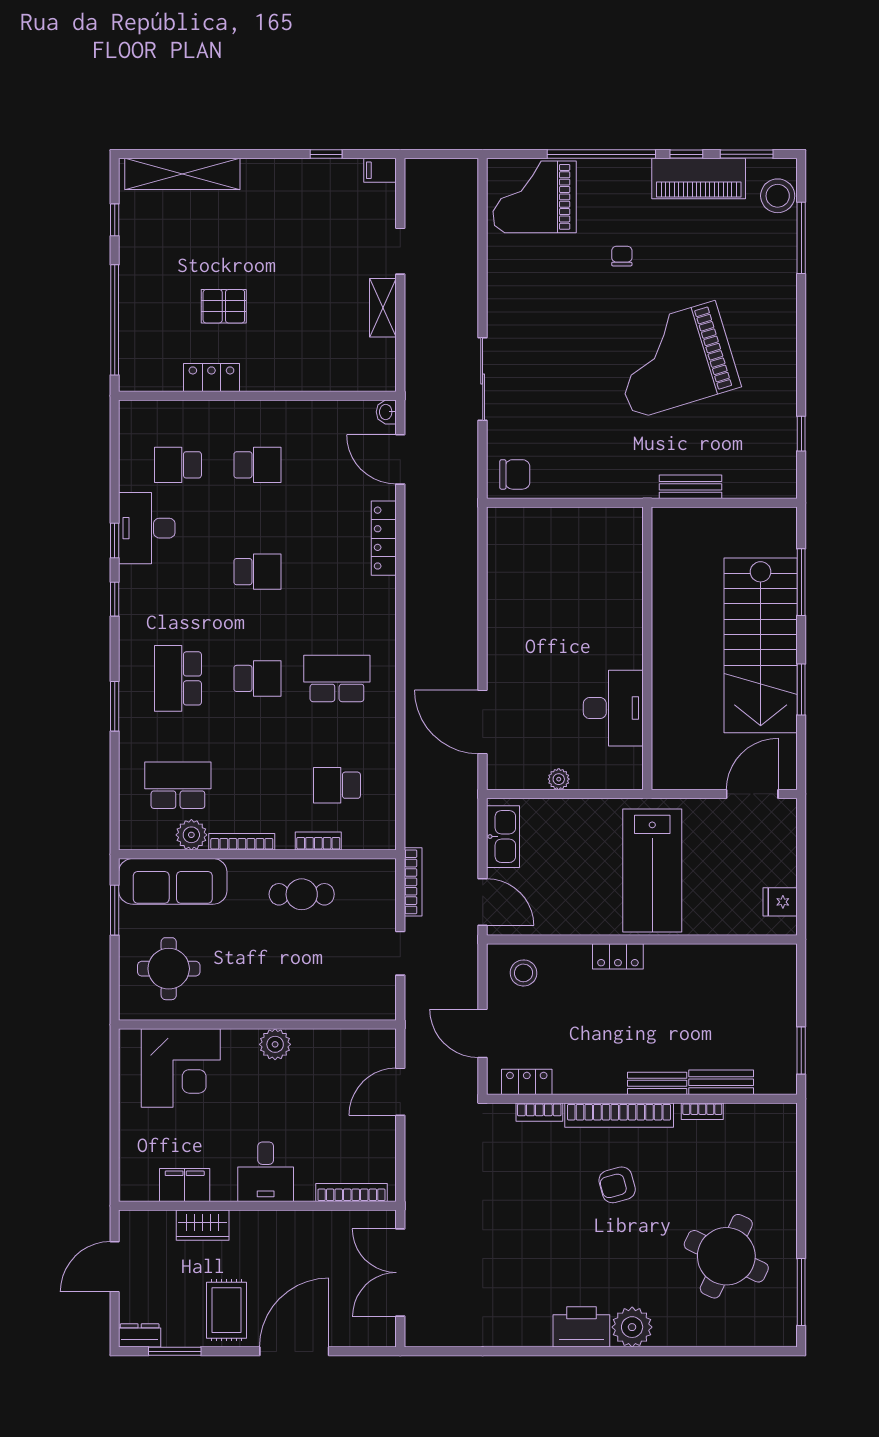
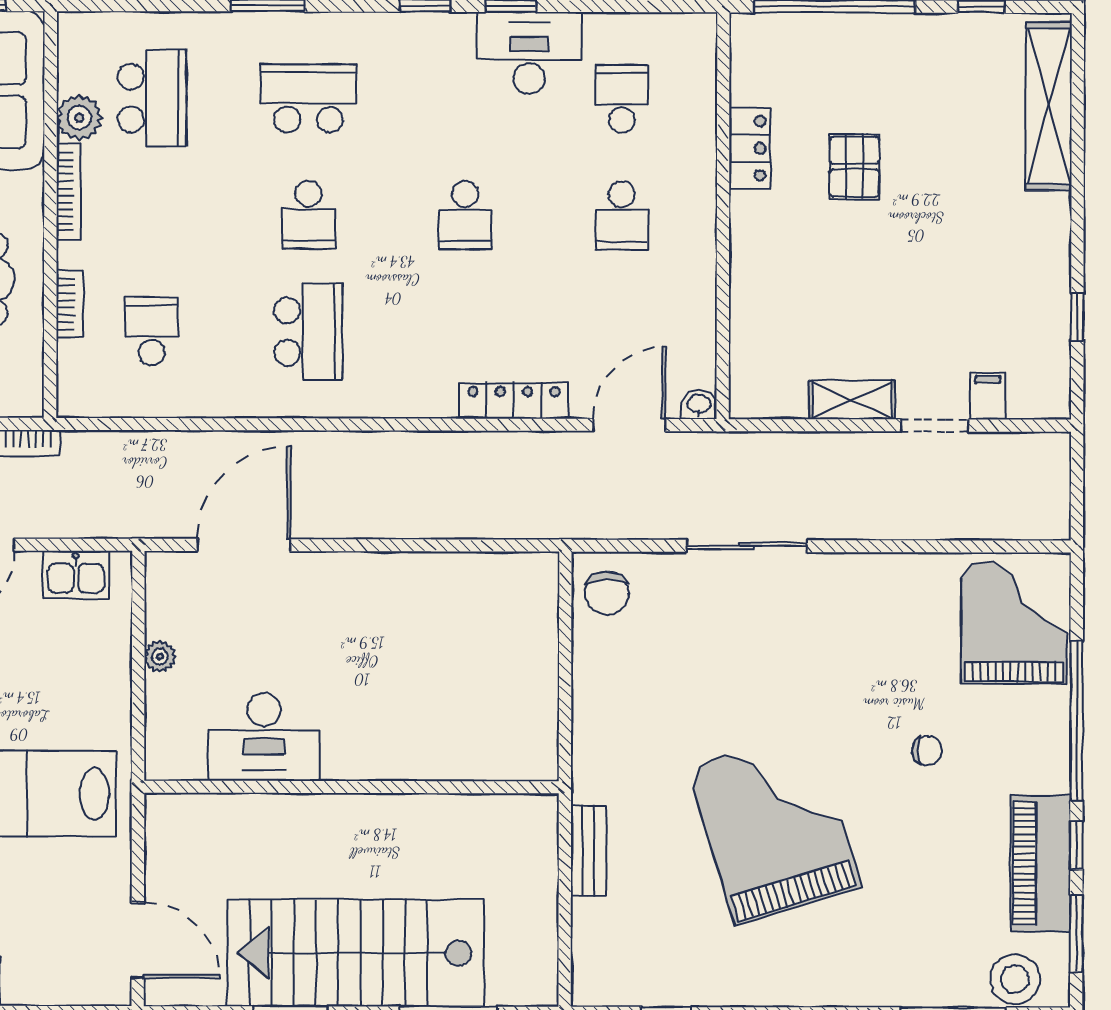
filing cabinet: (380, 170) -> (988, 396), moved
kitchen sink: (503, 837) -> (76, 575), width x0.73

